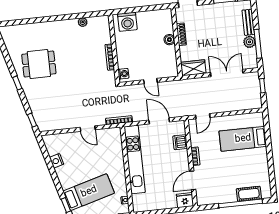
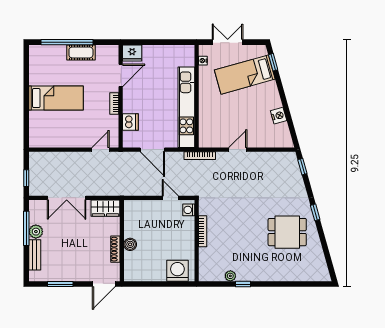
window: (71, 16) -> (243, 284), added
door: (150, 81) -> (170, 198), moved
door: (88, 129) -> (238, 150), hinge flipped
bed: (243, 139) -> (56, 98), moved
cot: (249, 194) -> (81, 52), moved

